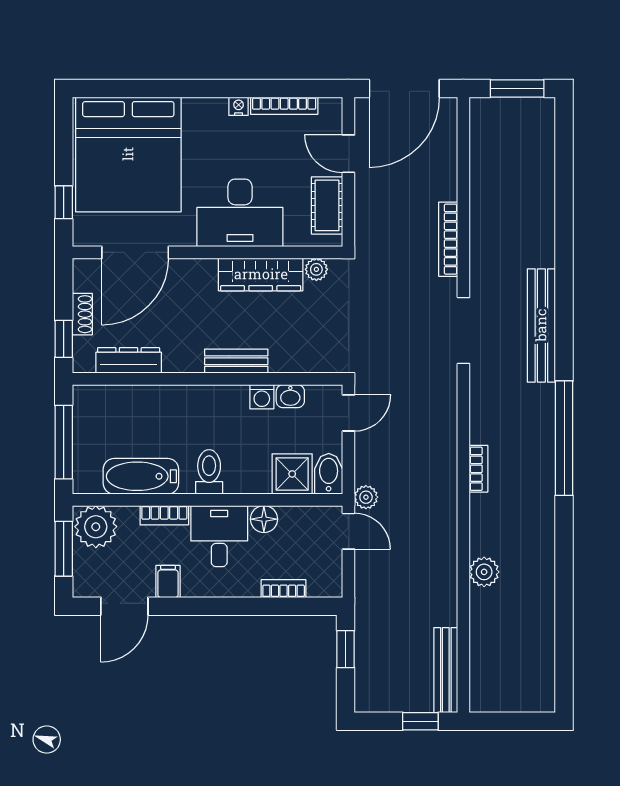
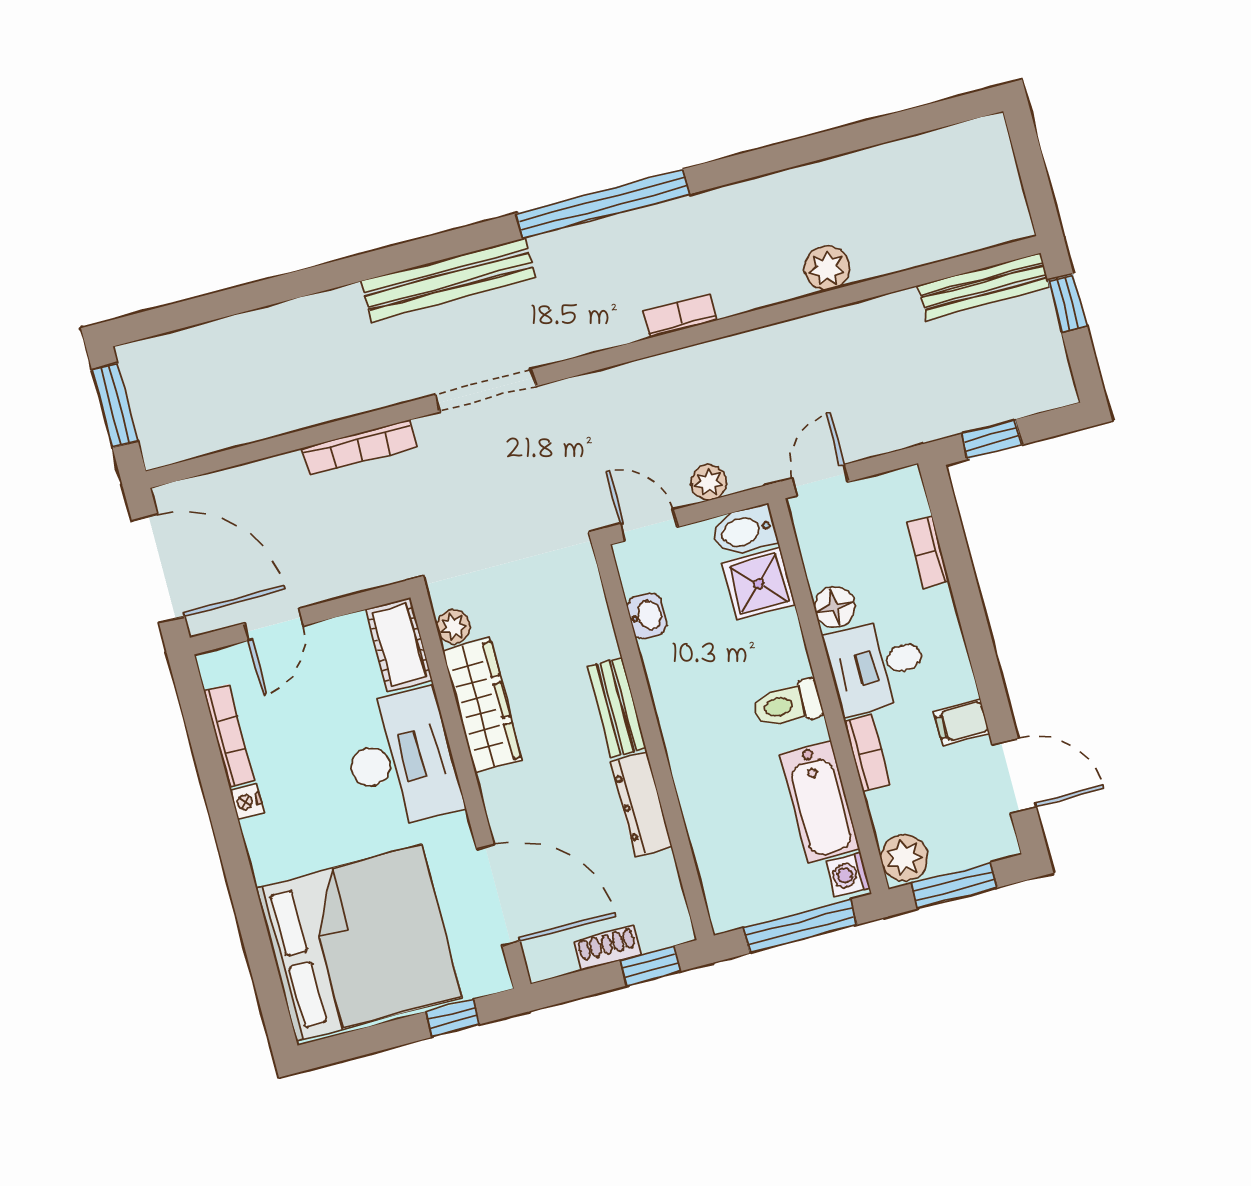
cot: (327, 205) -> (399, 645), moved, turned 90
dresser: (129, 360) -> (641, 804), moved
washing machine: (262, 397) -> (848, 875), moved, turned 180
plant: (366, 497) -> (709, 482), moved
plant: (96, 527) -> (904, 858), width x0.73, depth x0.73

